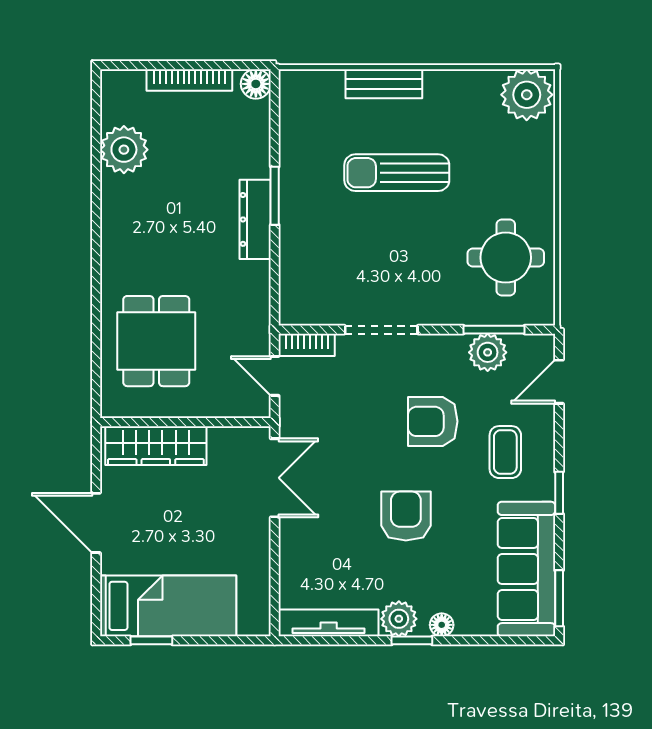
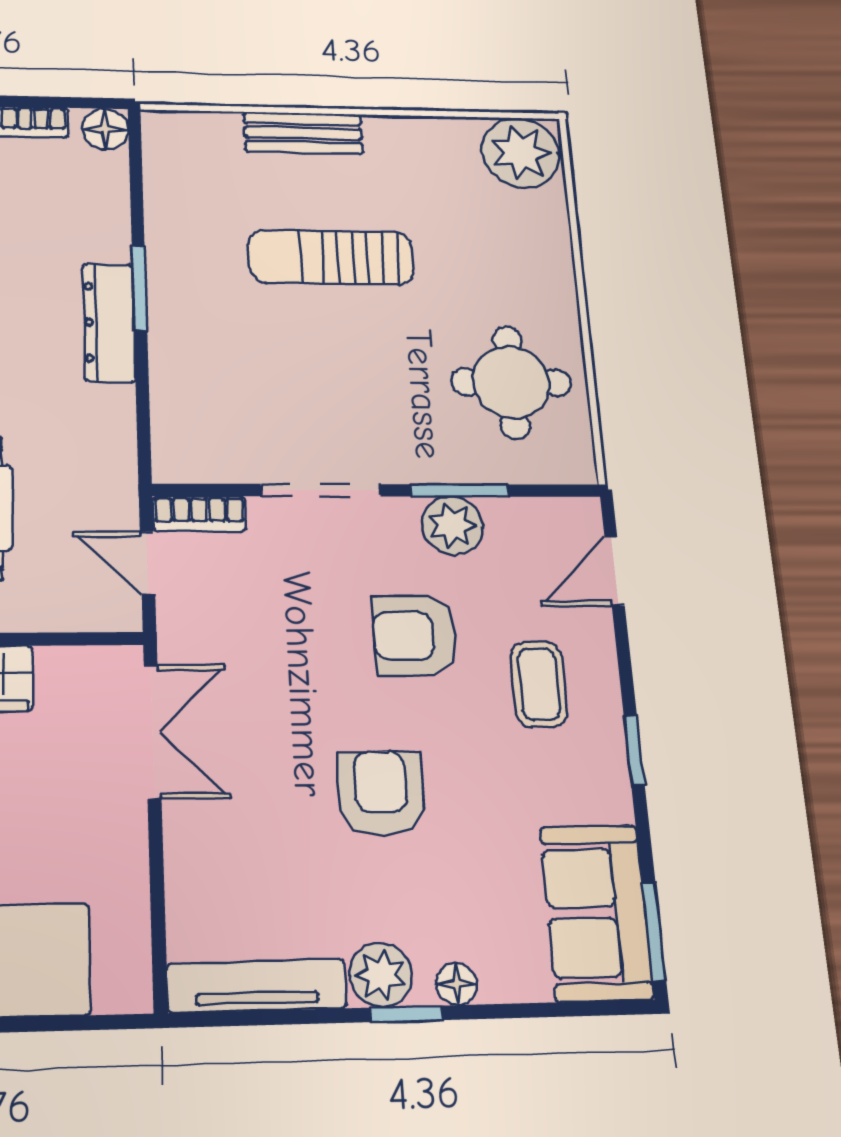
window: (494, 330) -> (460, 490), moved
plant: (488, 352) -> (452, 526), moved
sofa: (526, 569) -> (596, 913), width x0.73

